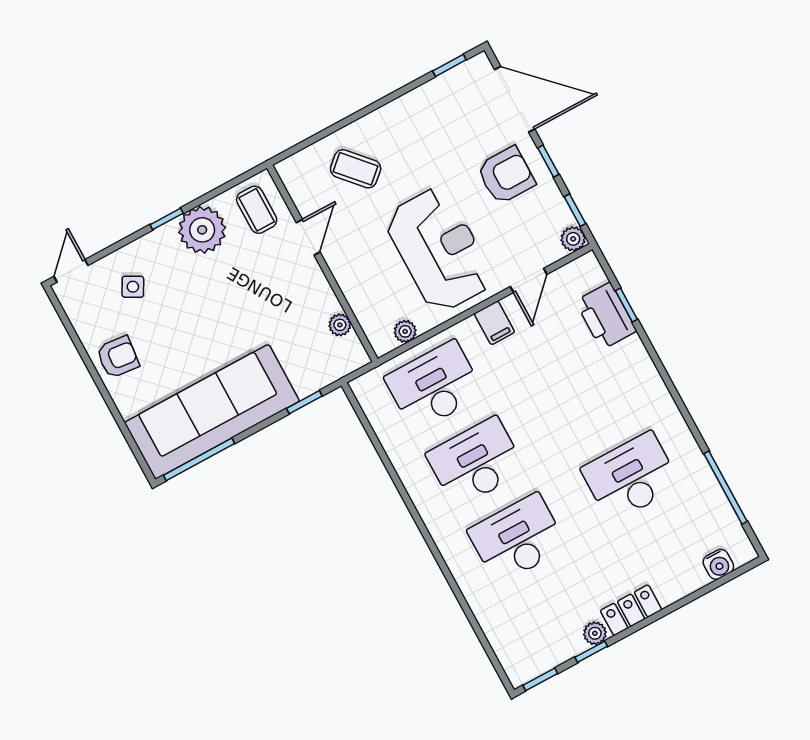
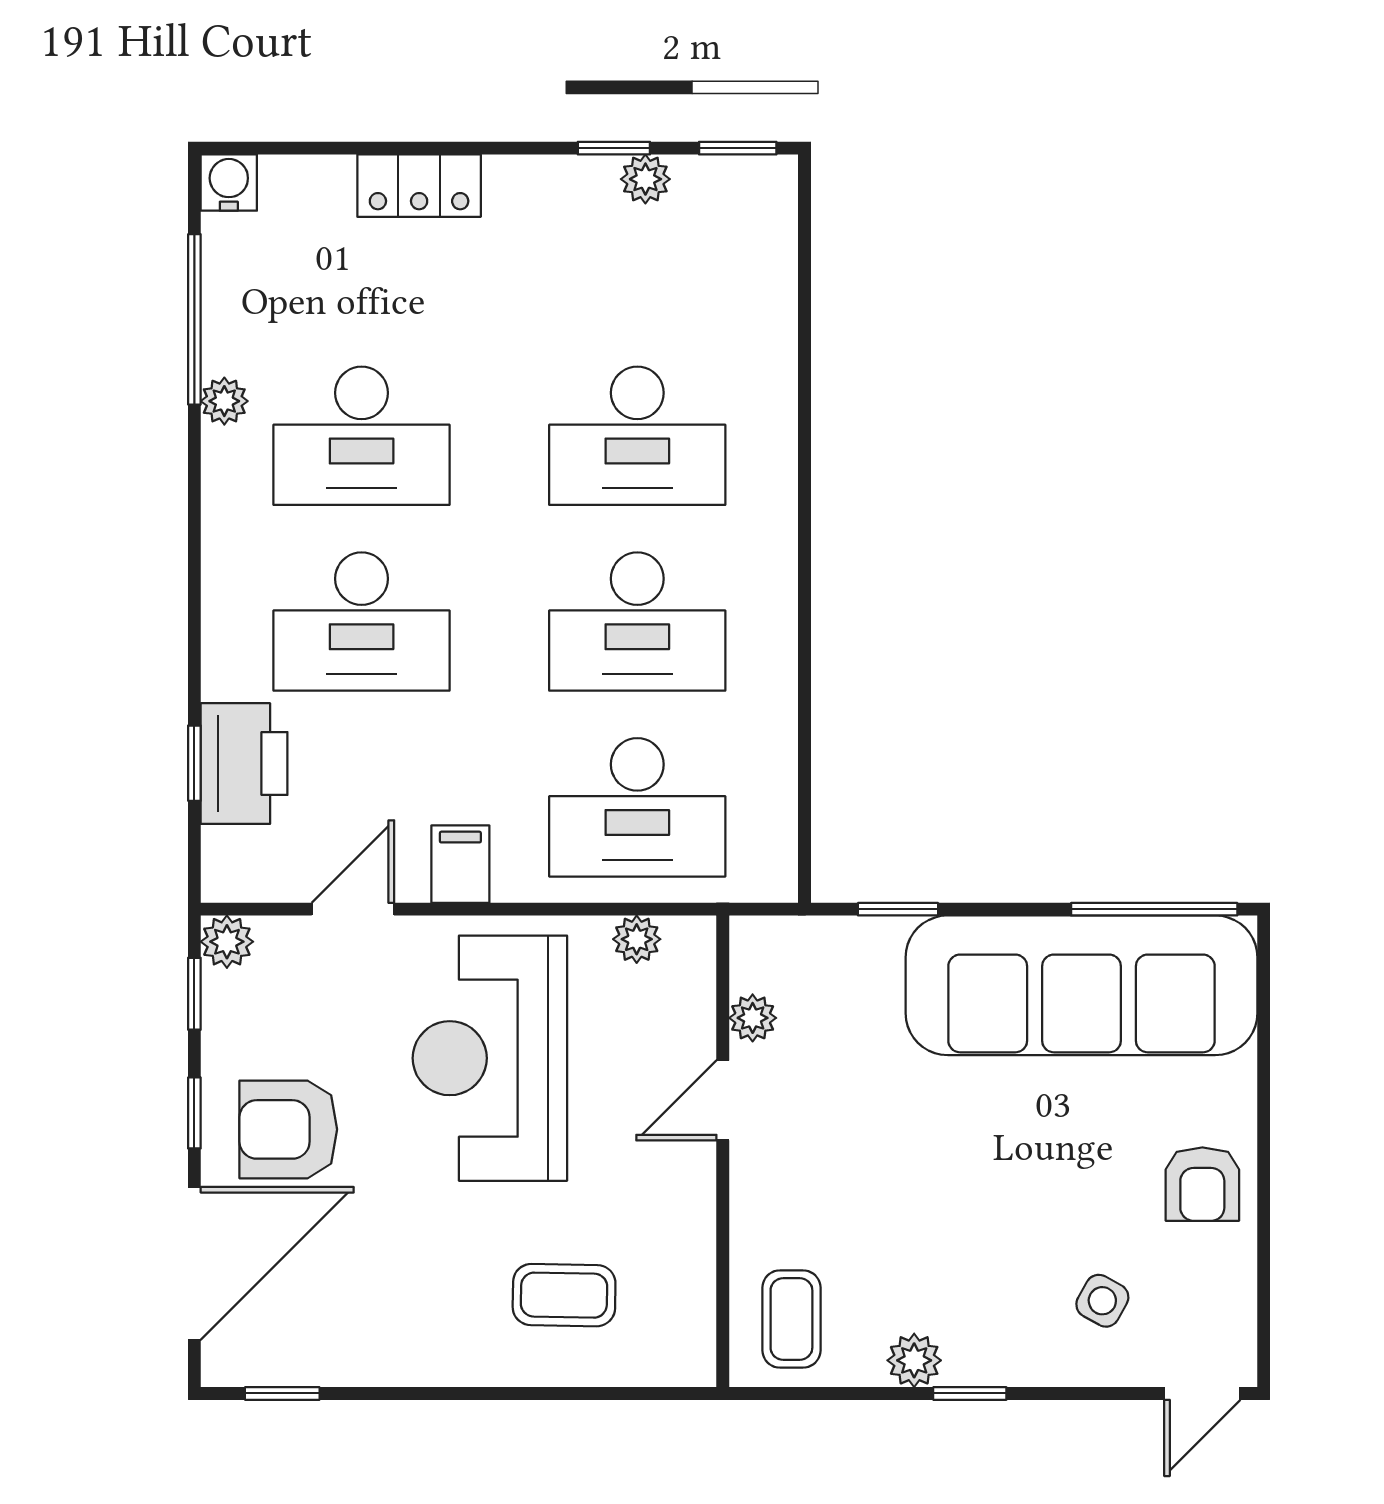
door: (515, 99) -> (194, 1263), swing flipped
coffee table: (356, 169) -> (564, 1295), turned -47
plant: (202, 230) -> (914, 1360), width x0.53, depth x0.53
door: (308, 237) -> (723, 1100), moved
armchair: (118, 357) -> (1202, 1184), turned -96
desk: (589, 401) -> (362, 622), added
plant: (695, 461) -> (224, 401), added
water cooler: (718, 564) -> (229, 183), moved
locker: (631, 610) -> (419, 186), moved
plant: (595, 633) -> (645, 179), moved

